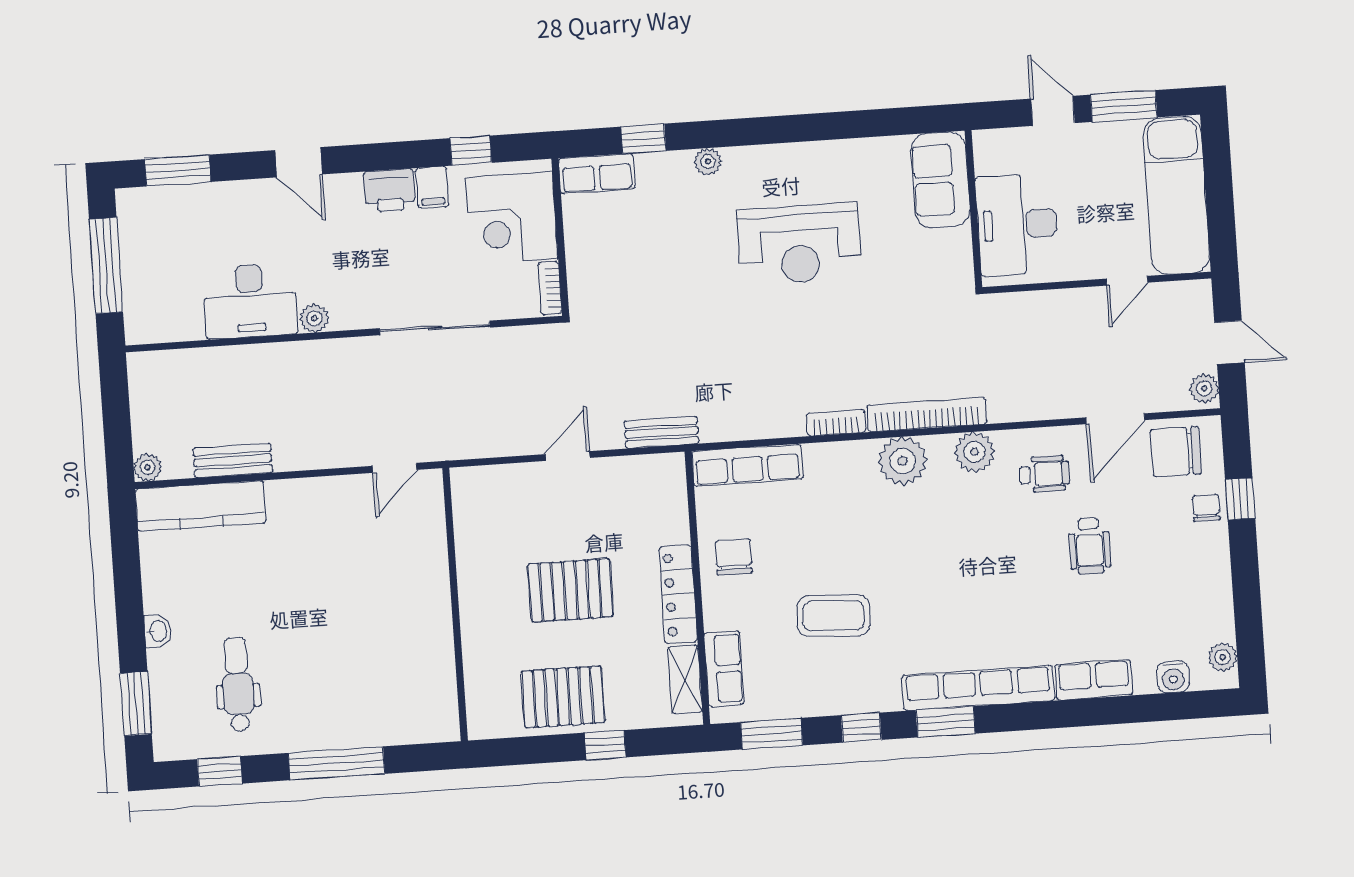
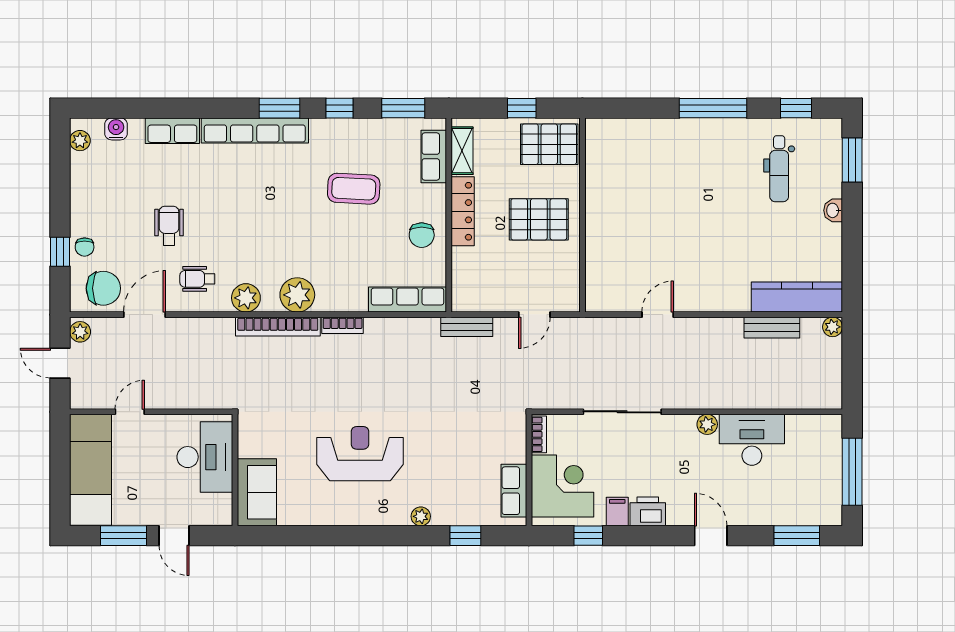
row of seats: (597, 174) -> (514, 491), moved, turned -90
wall: (455, 604) -> (582, 215), moved

